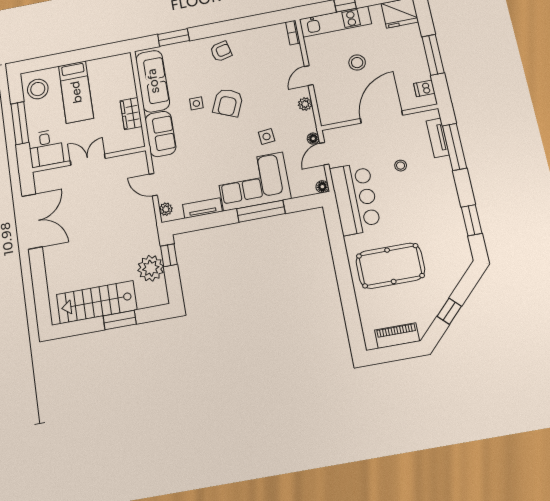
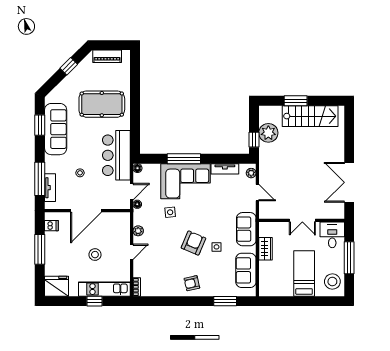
sofa: (153, 81) -> (246, 270), width x0.73
sofa: (448, 219) -> (56, 129), added

